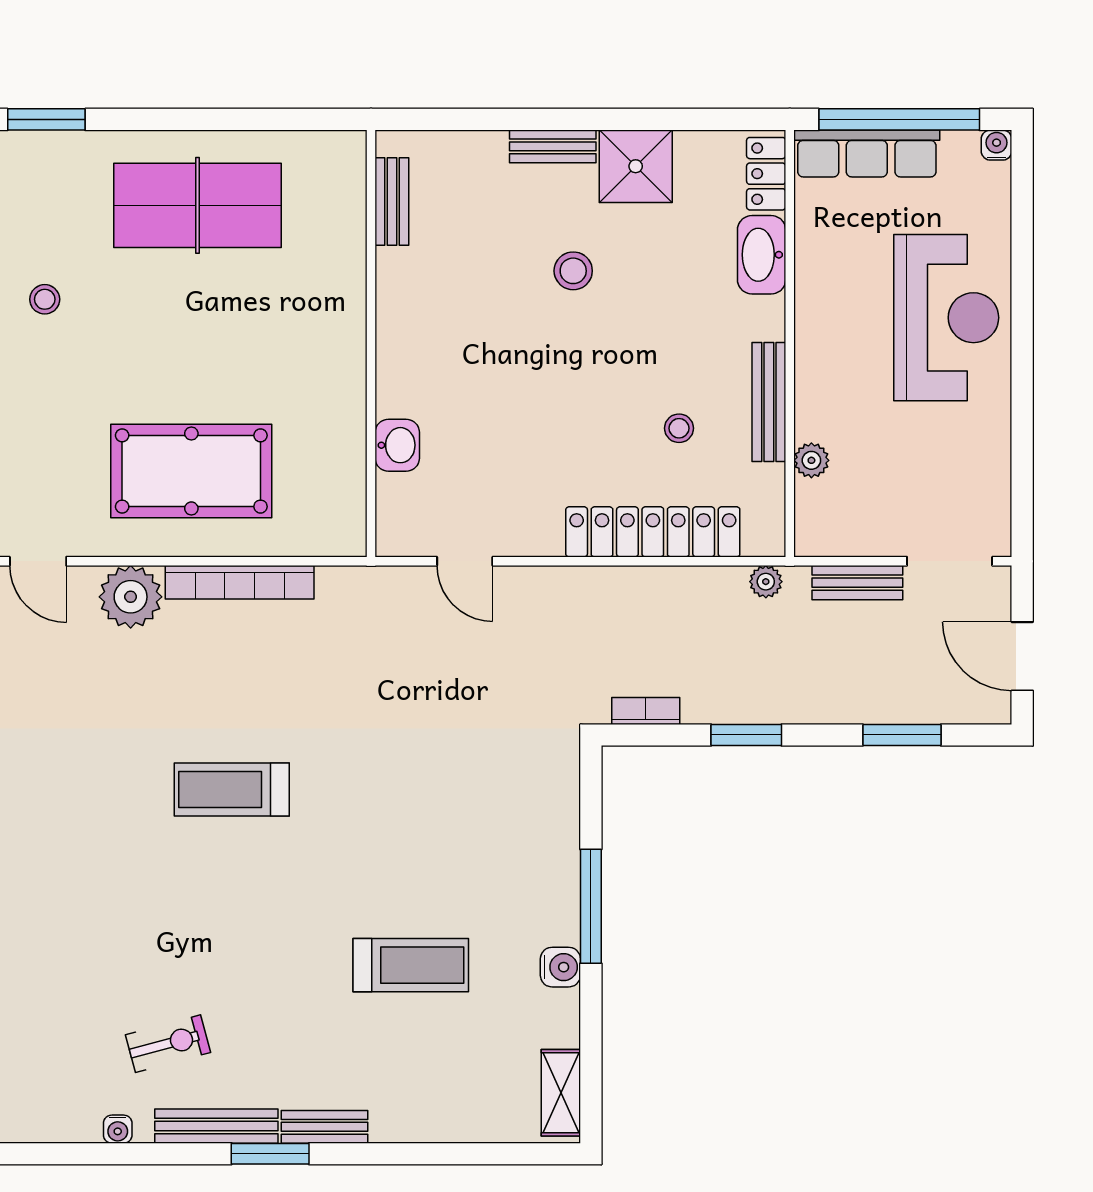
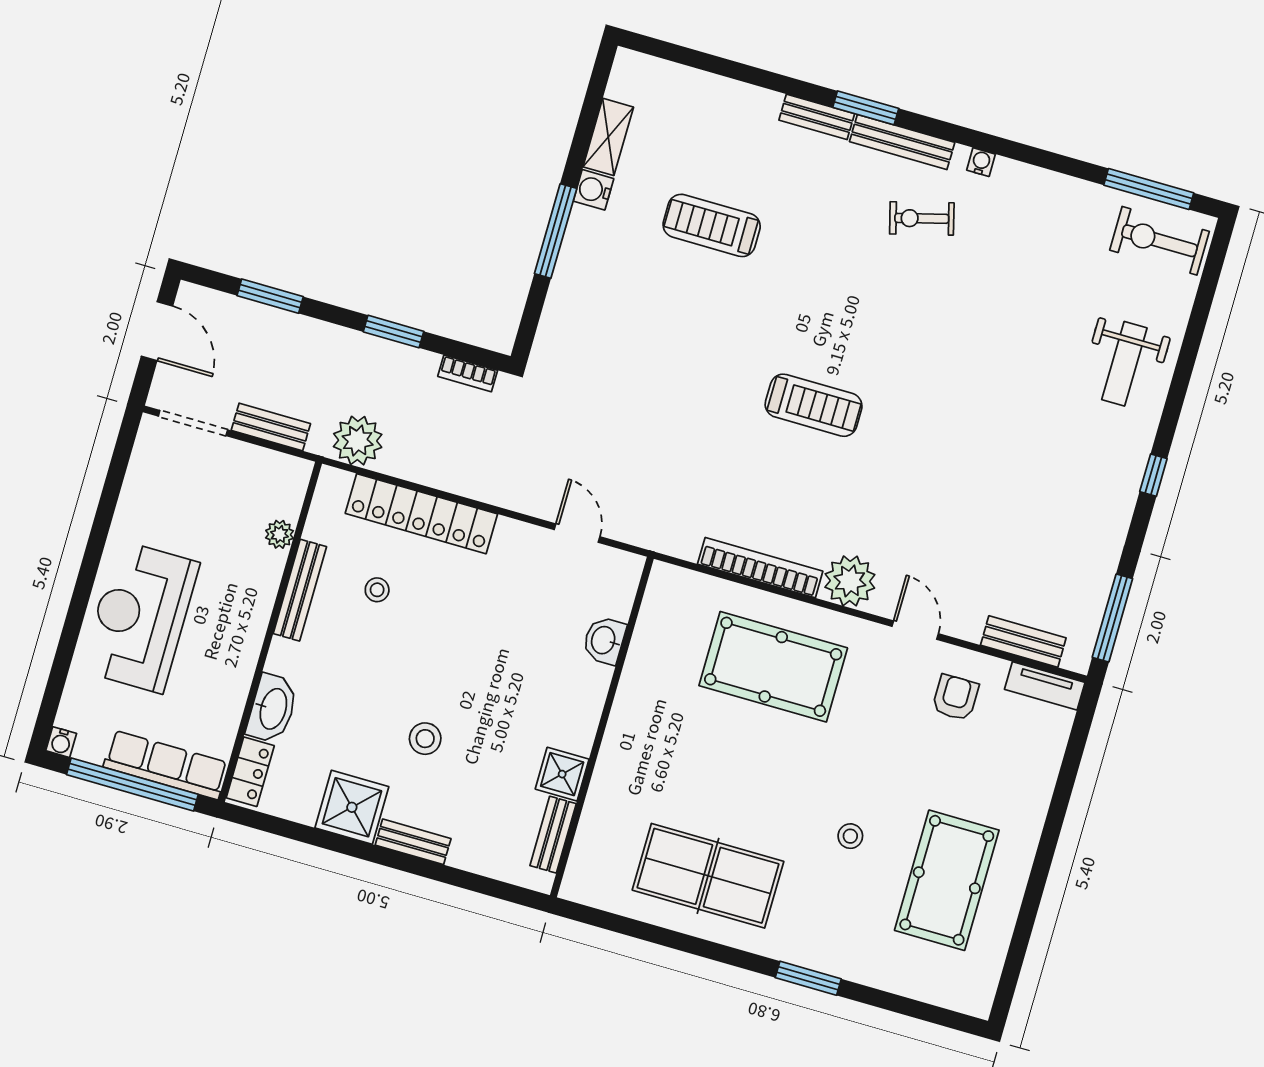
shower: (402, 275) -> (562, 774), added
plant: (766, 582) -> (358, 441), width x1.88, depth x1.88
shelving: (561, 1093) -> (608, 137), moved

